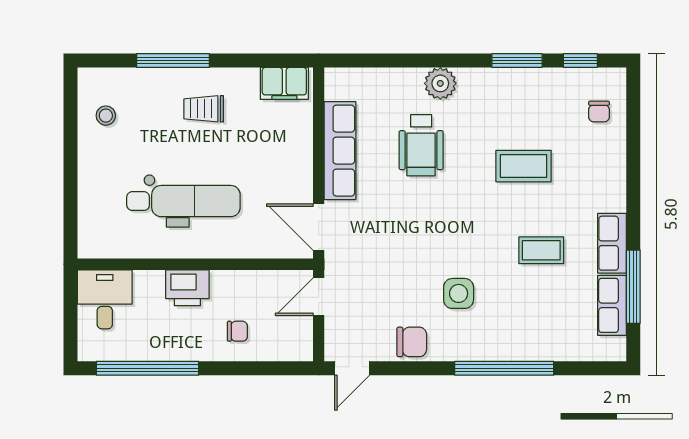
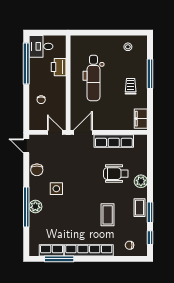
row of seats: (612, 243) -> (89, 250), width x2.02
coffee table: (541, 250) -> (139, 208), moved
printer: (187, 288) -> (59, 67), moved
desk: (105, 299) -> (41, 46), moved, turned 180
plant: (503, 345) -> (35, 207), added

